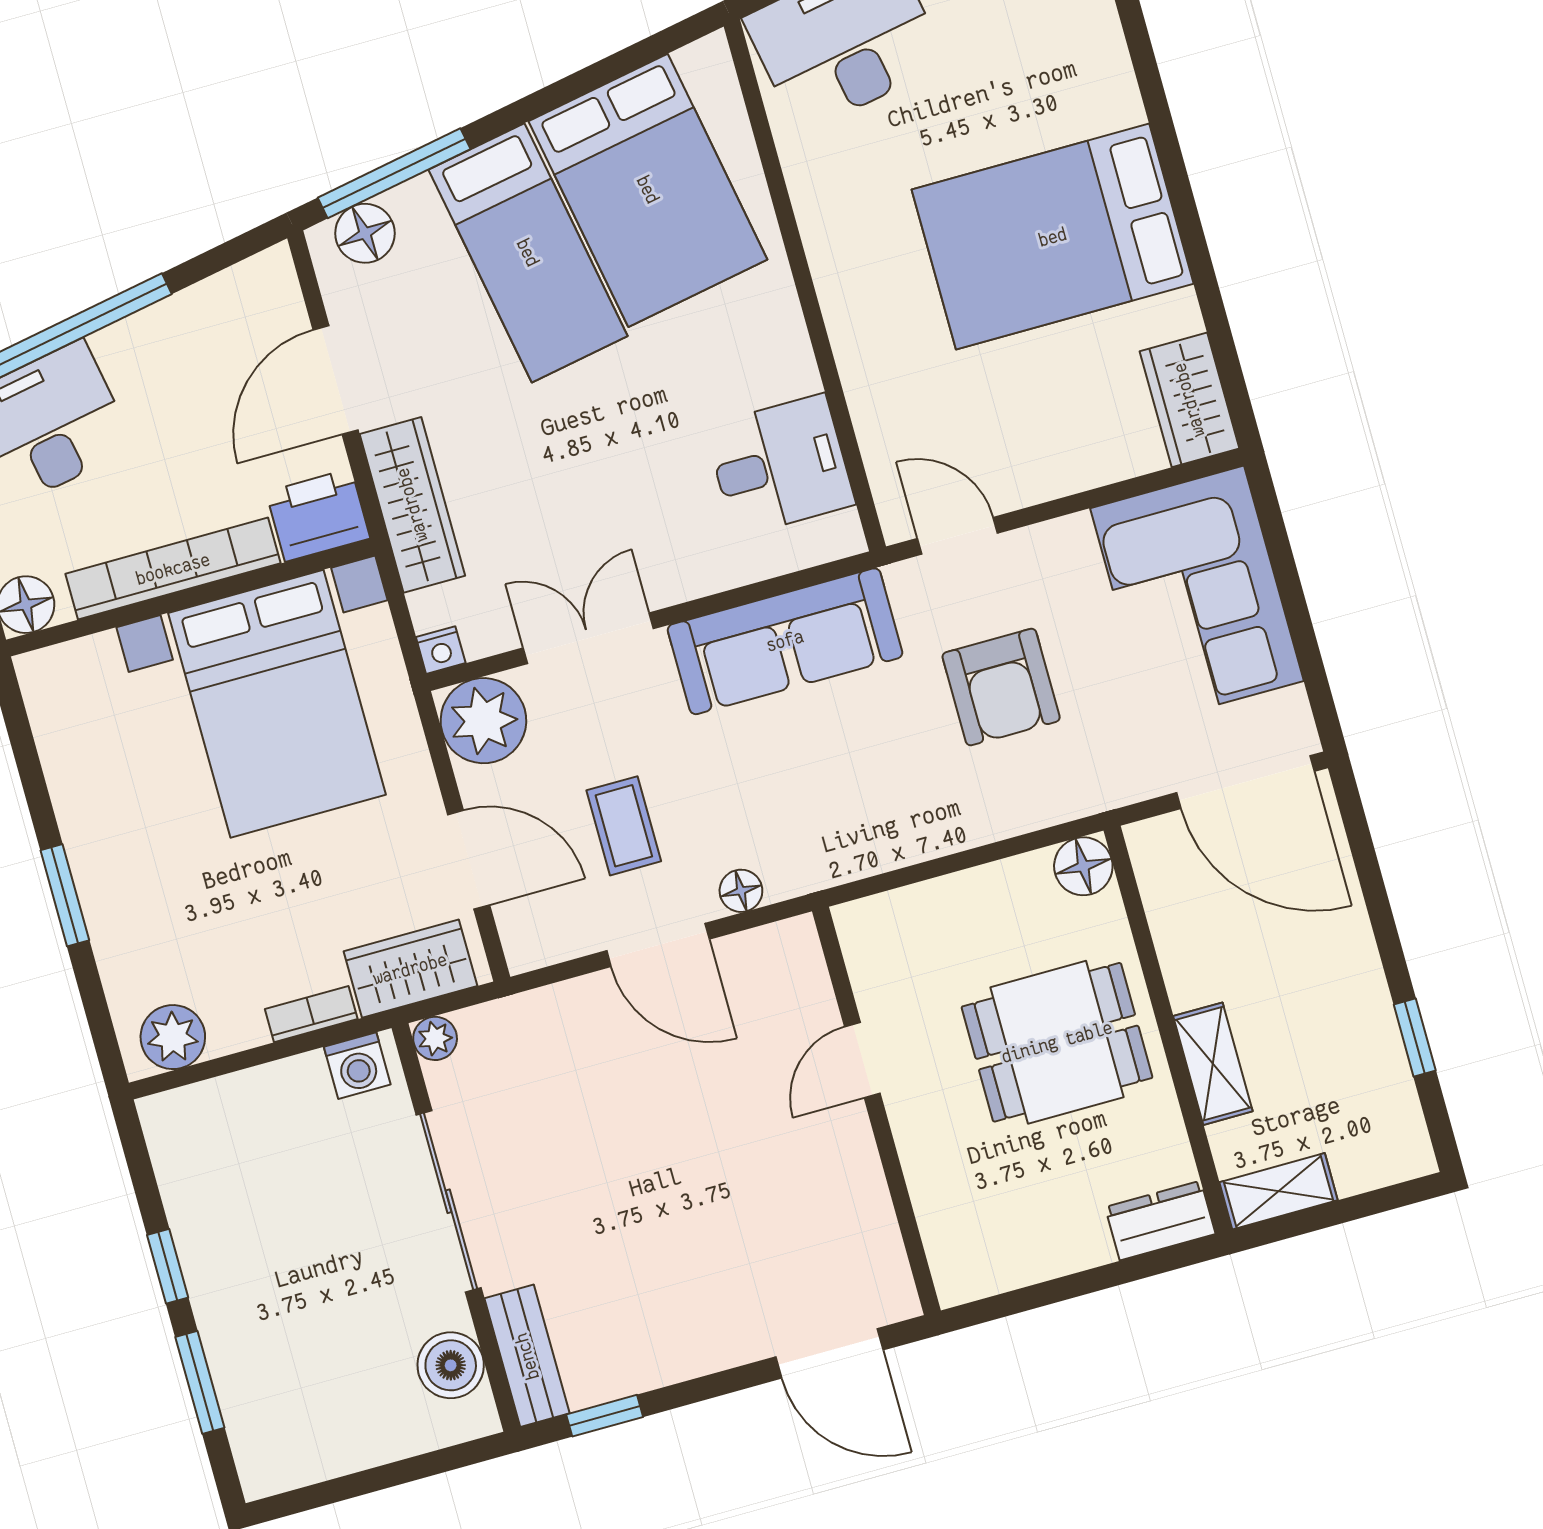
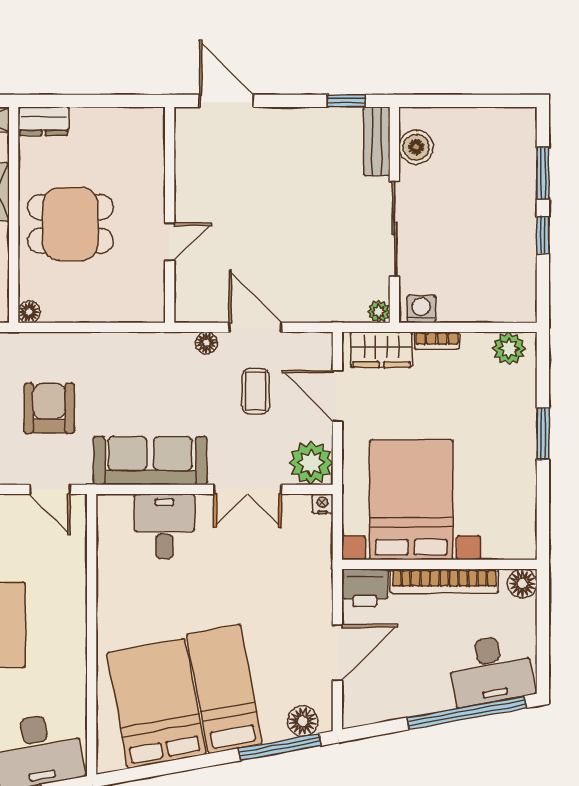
desk: (780, 465) -> (164, 526), moved, turned 90
wardrobe: (412, 505) -> (317, 580), removed
floor lamp: (1083, 866) -> (29, 312), width x0.73, depth x0.73

